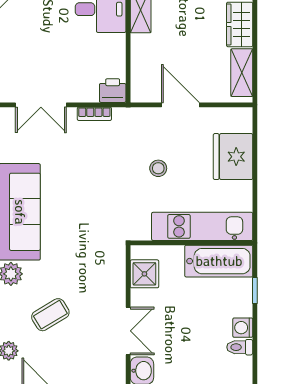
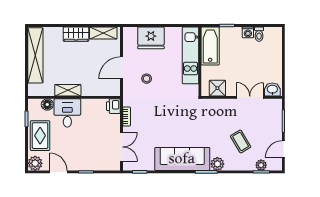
stool: (158, 168) -> (147, 79), moved

